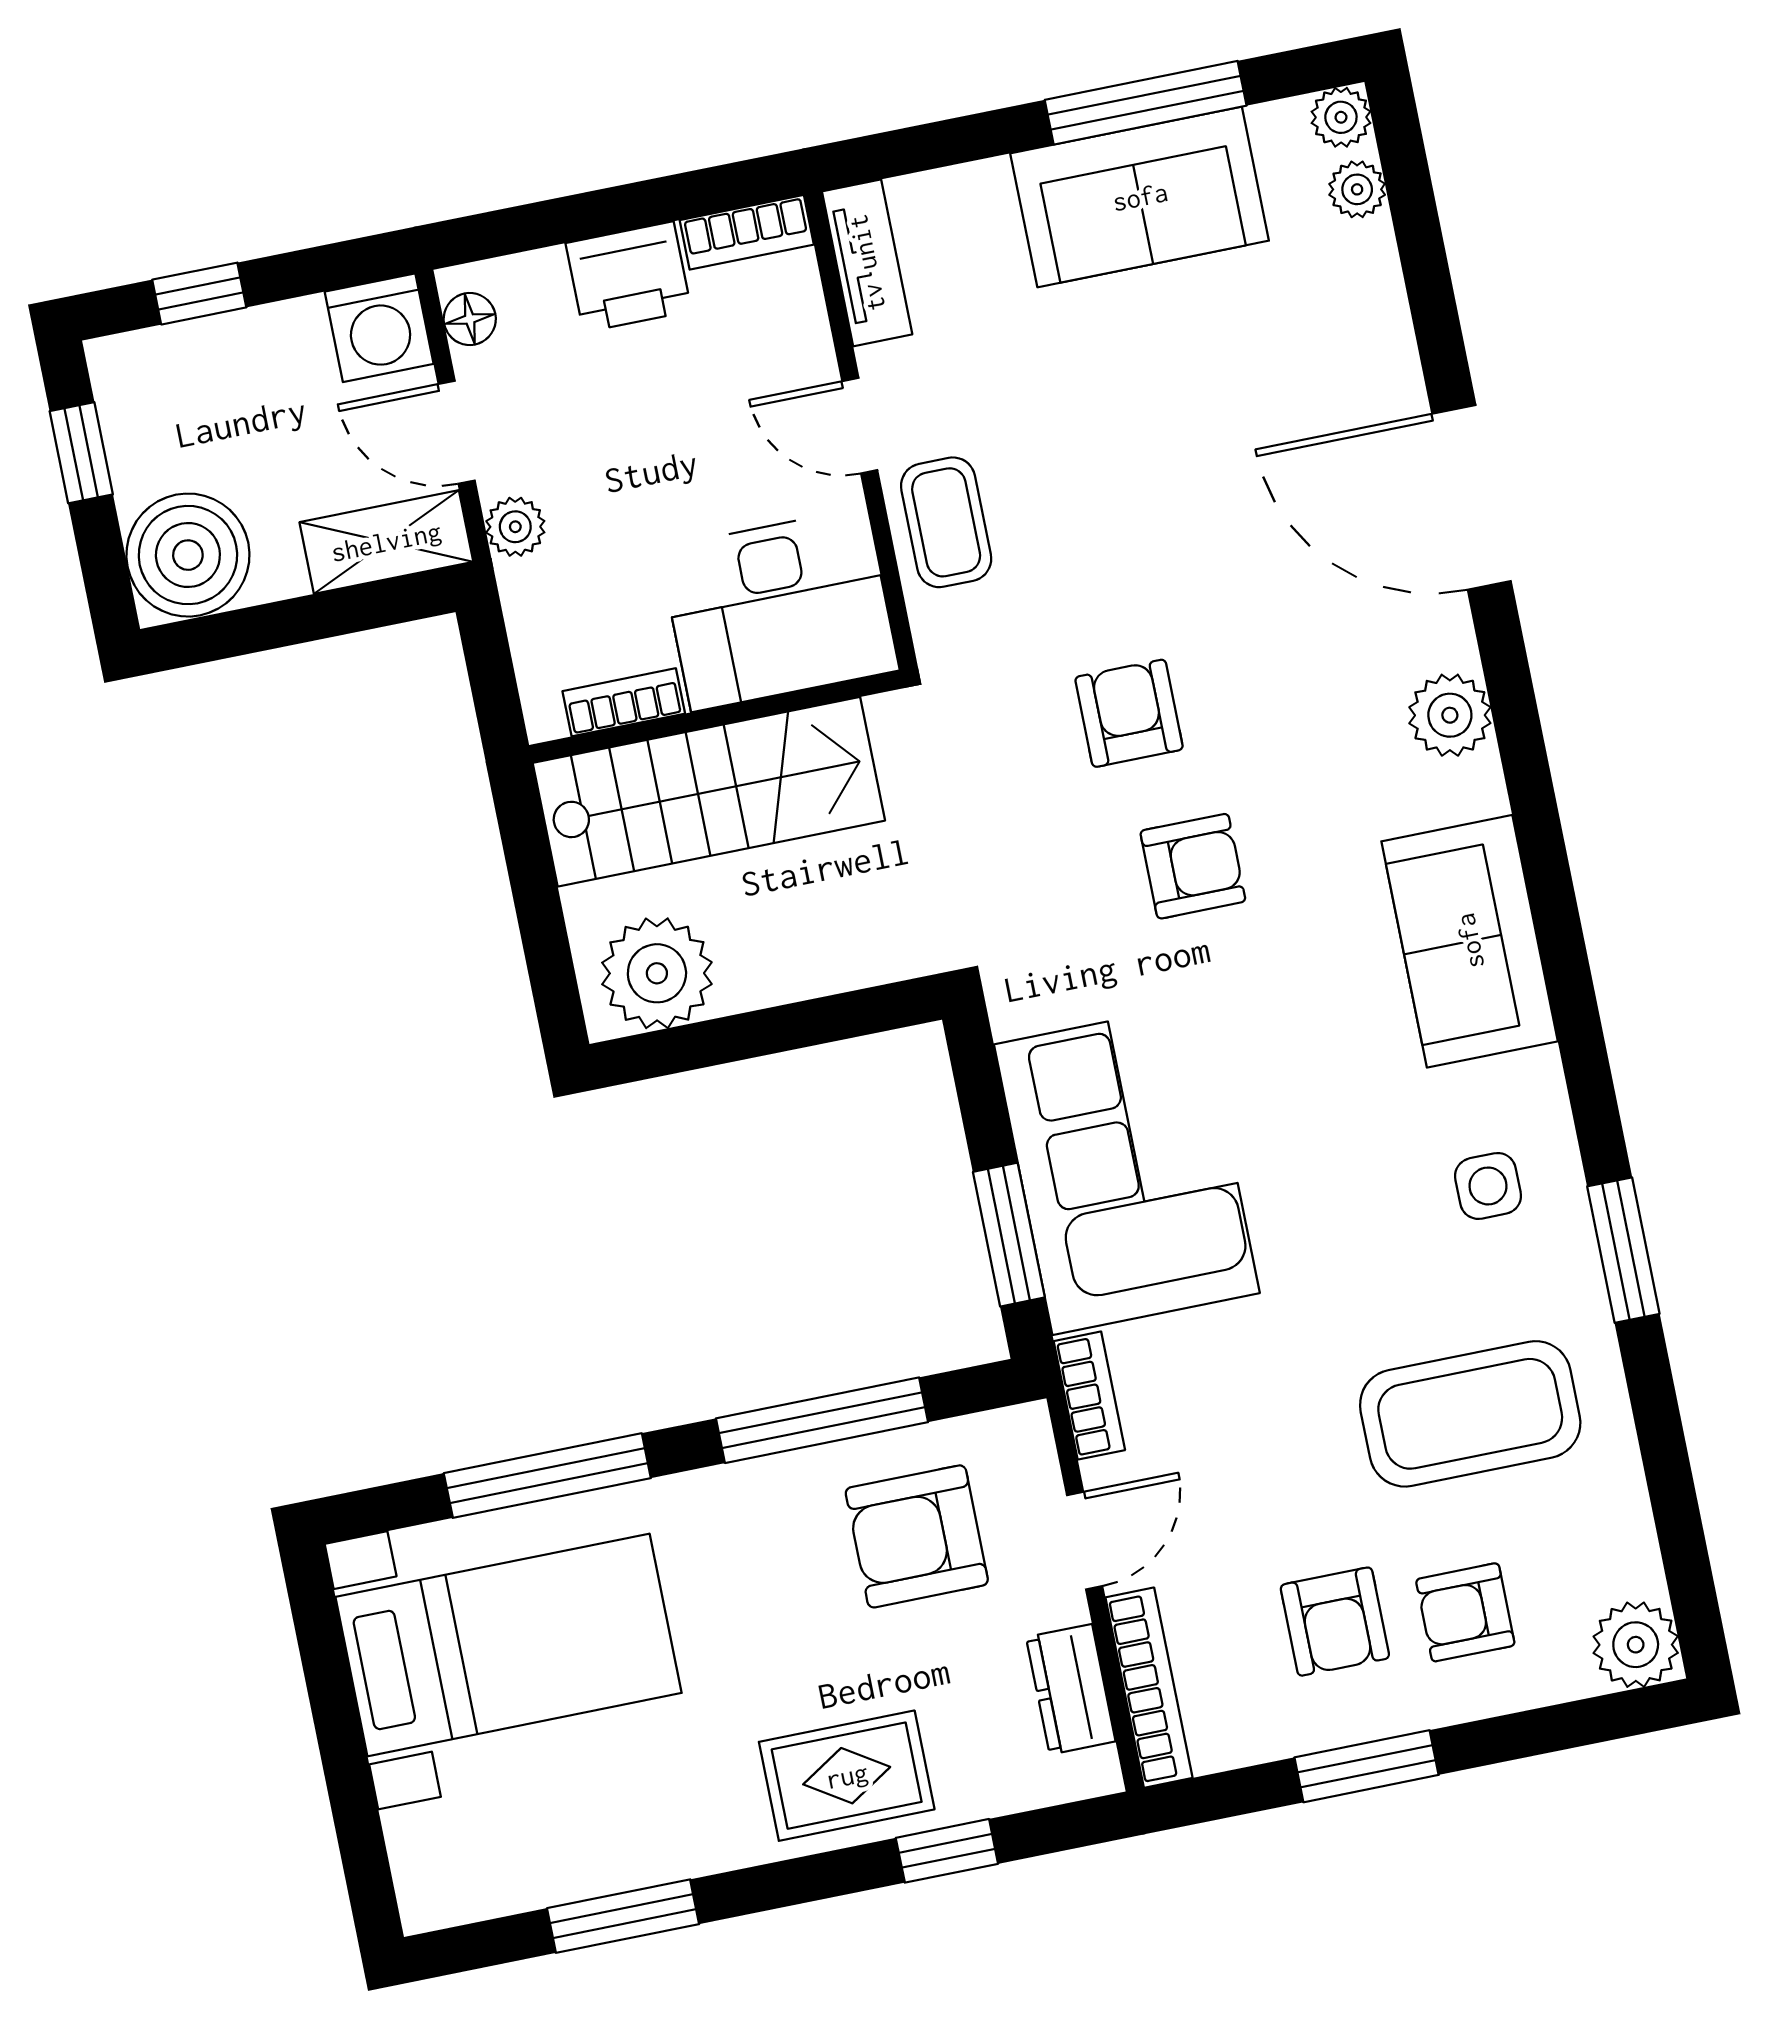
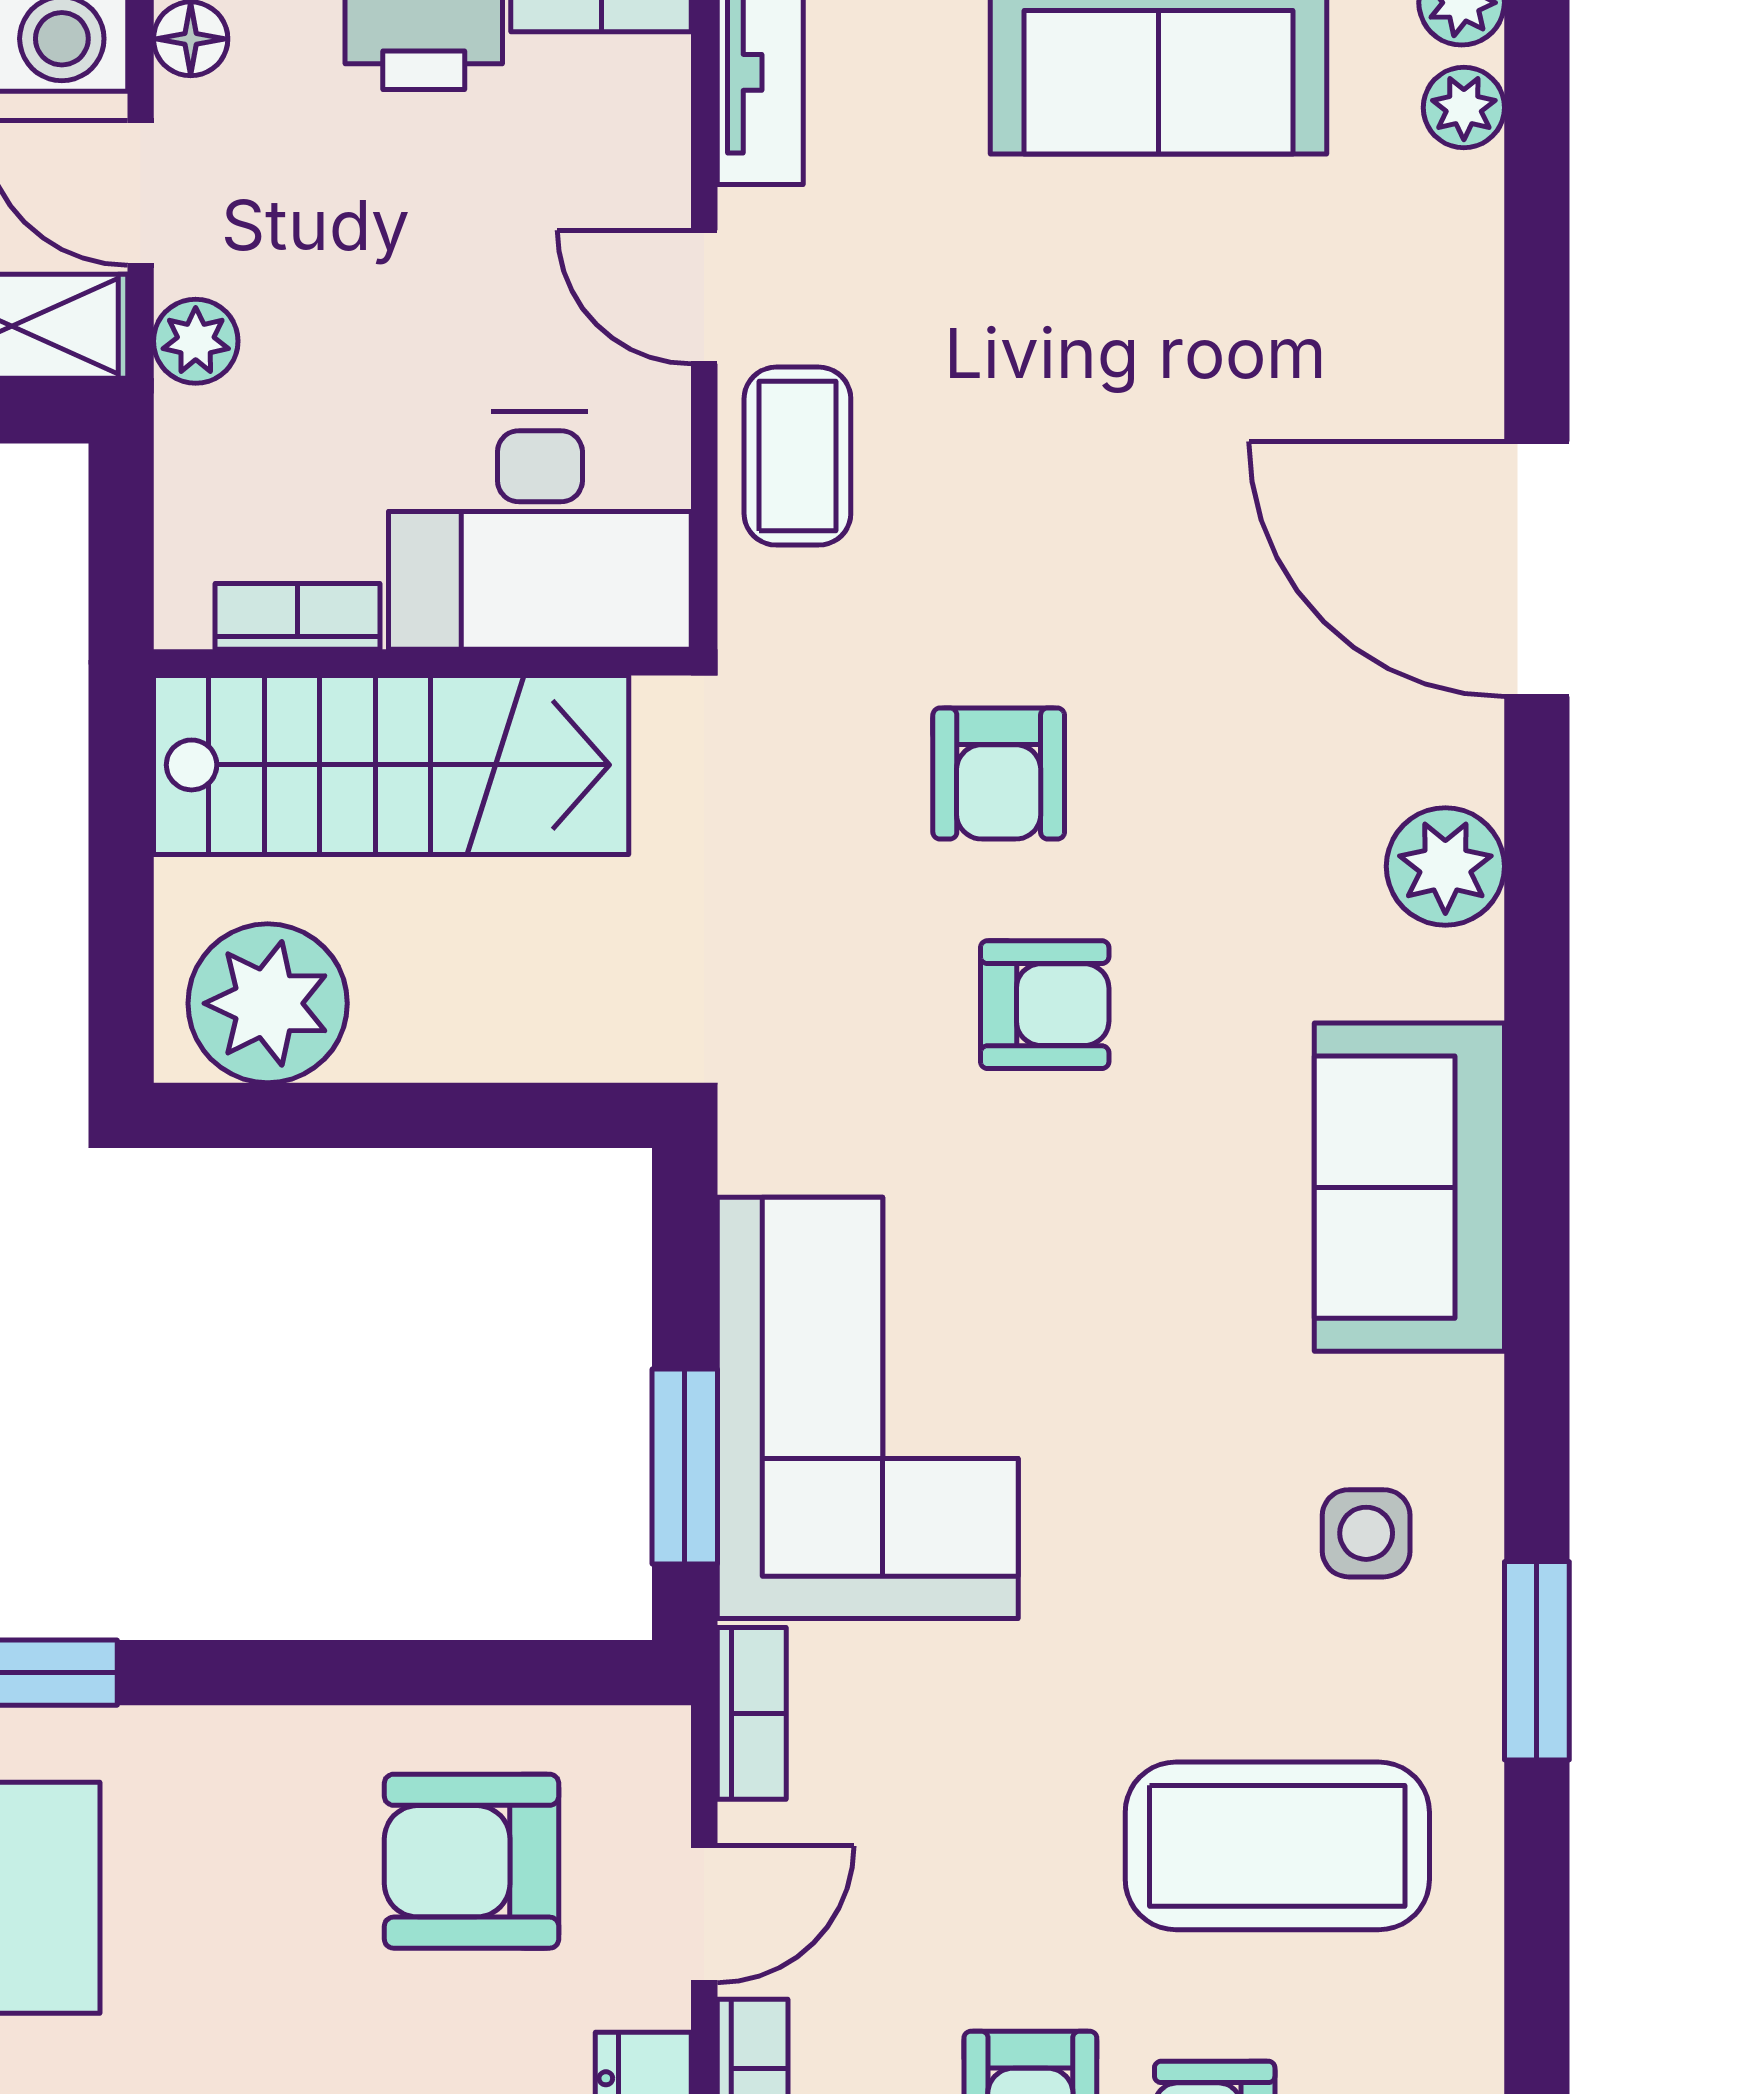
armchair: (1129, 713) -> (999, 774), turned 180
window: (822, 1420) -> (372, 1673), removed

